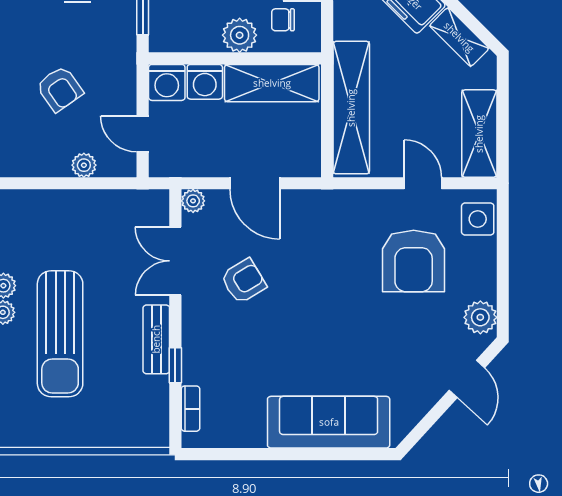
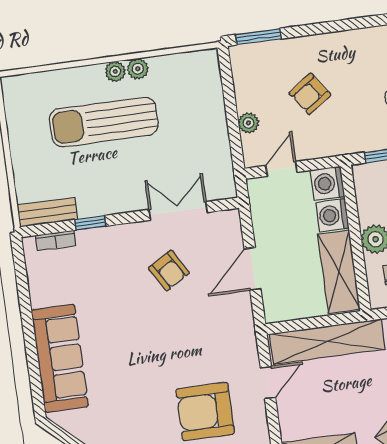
door: (423, 183) -> (268, 383), moved
plant: (193, 201) -> (231, 219), removed
bench: (156, 339) -> (47, 212), moved

